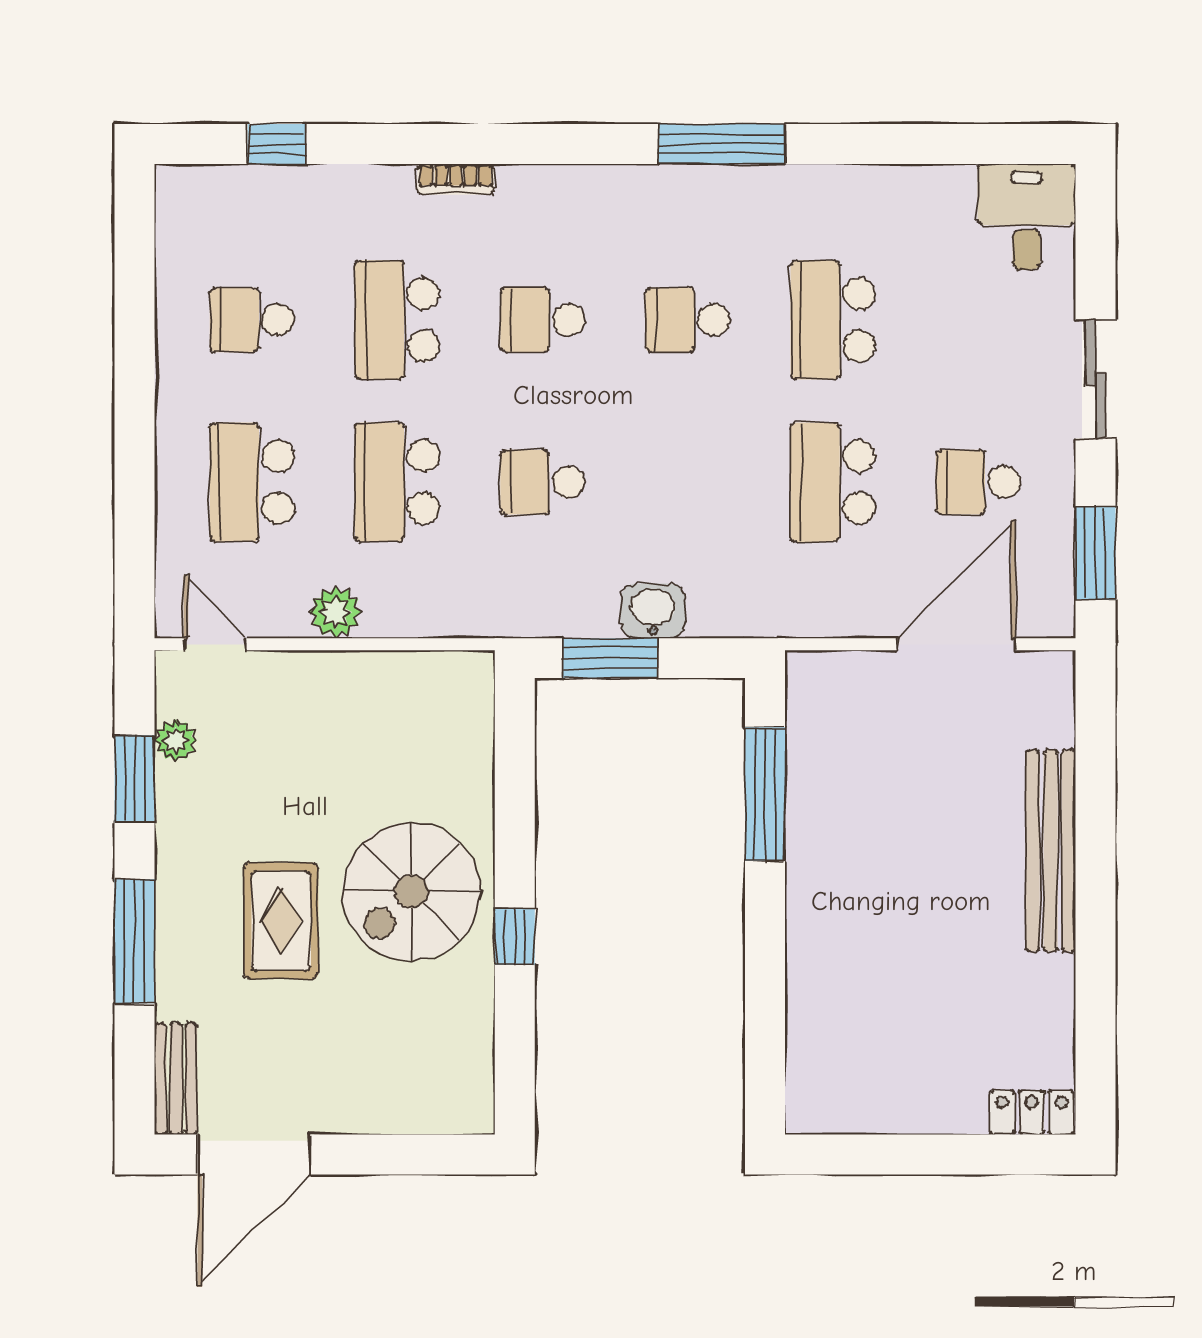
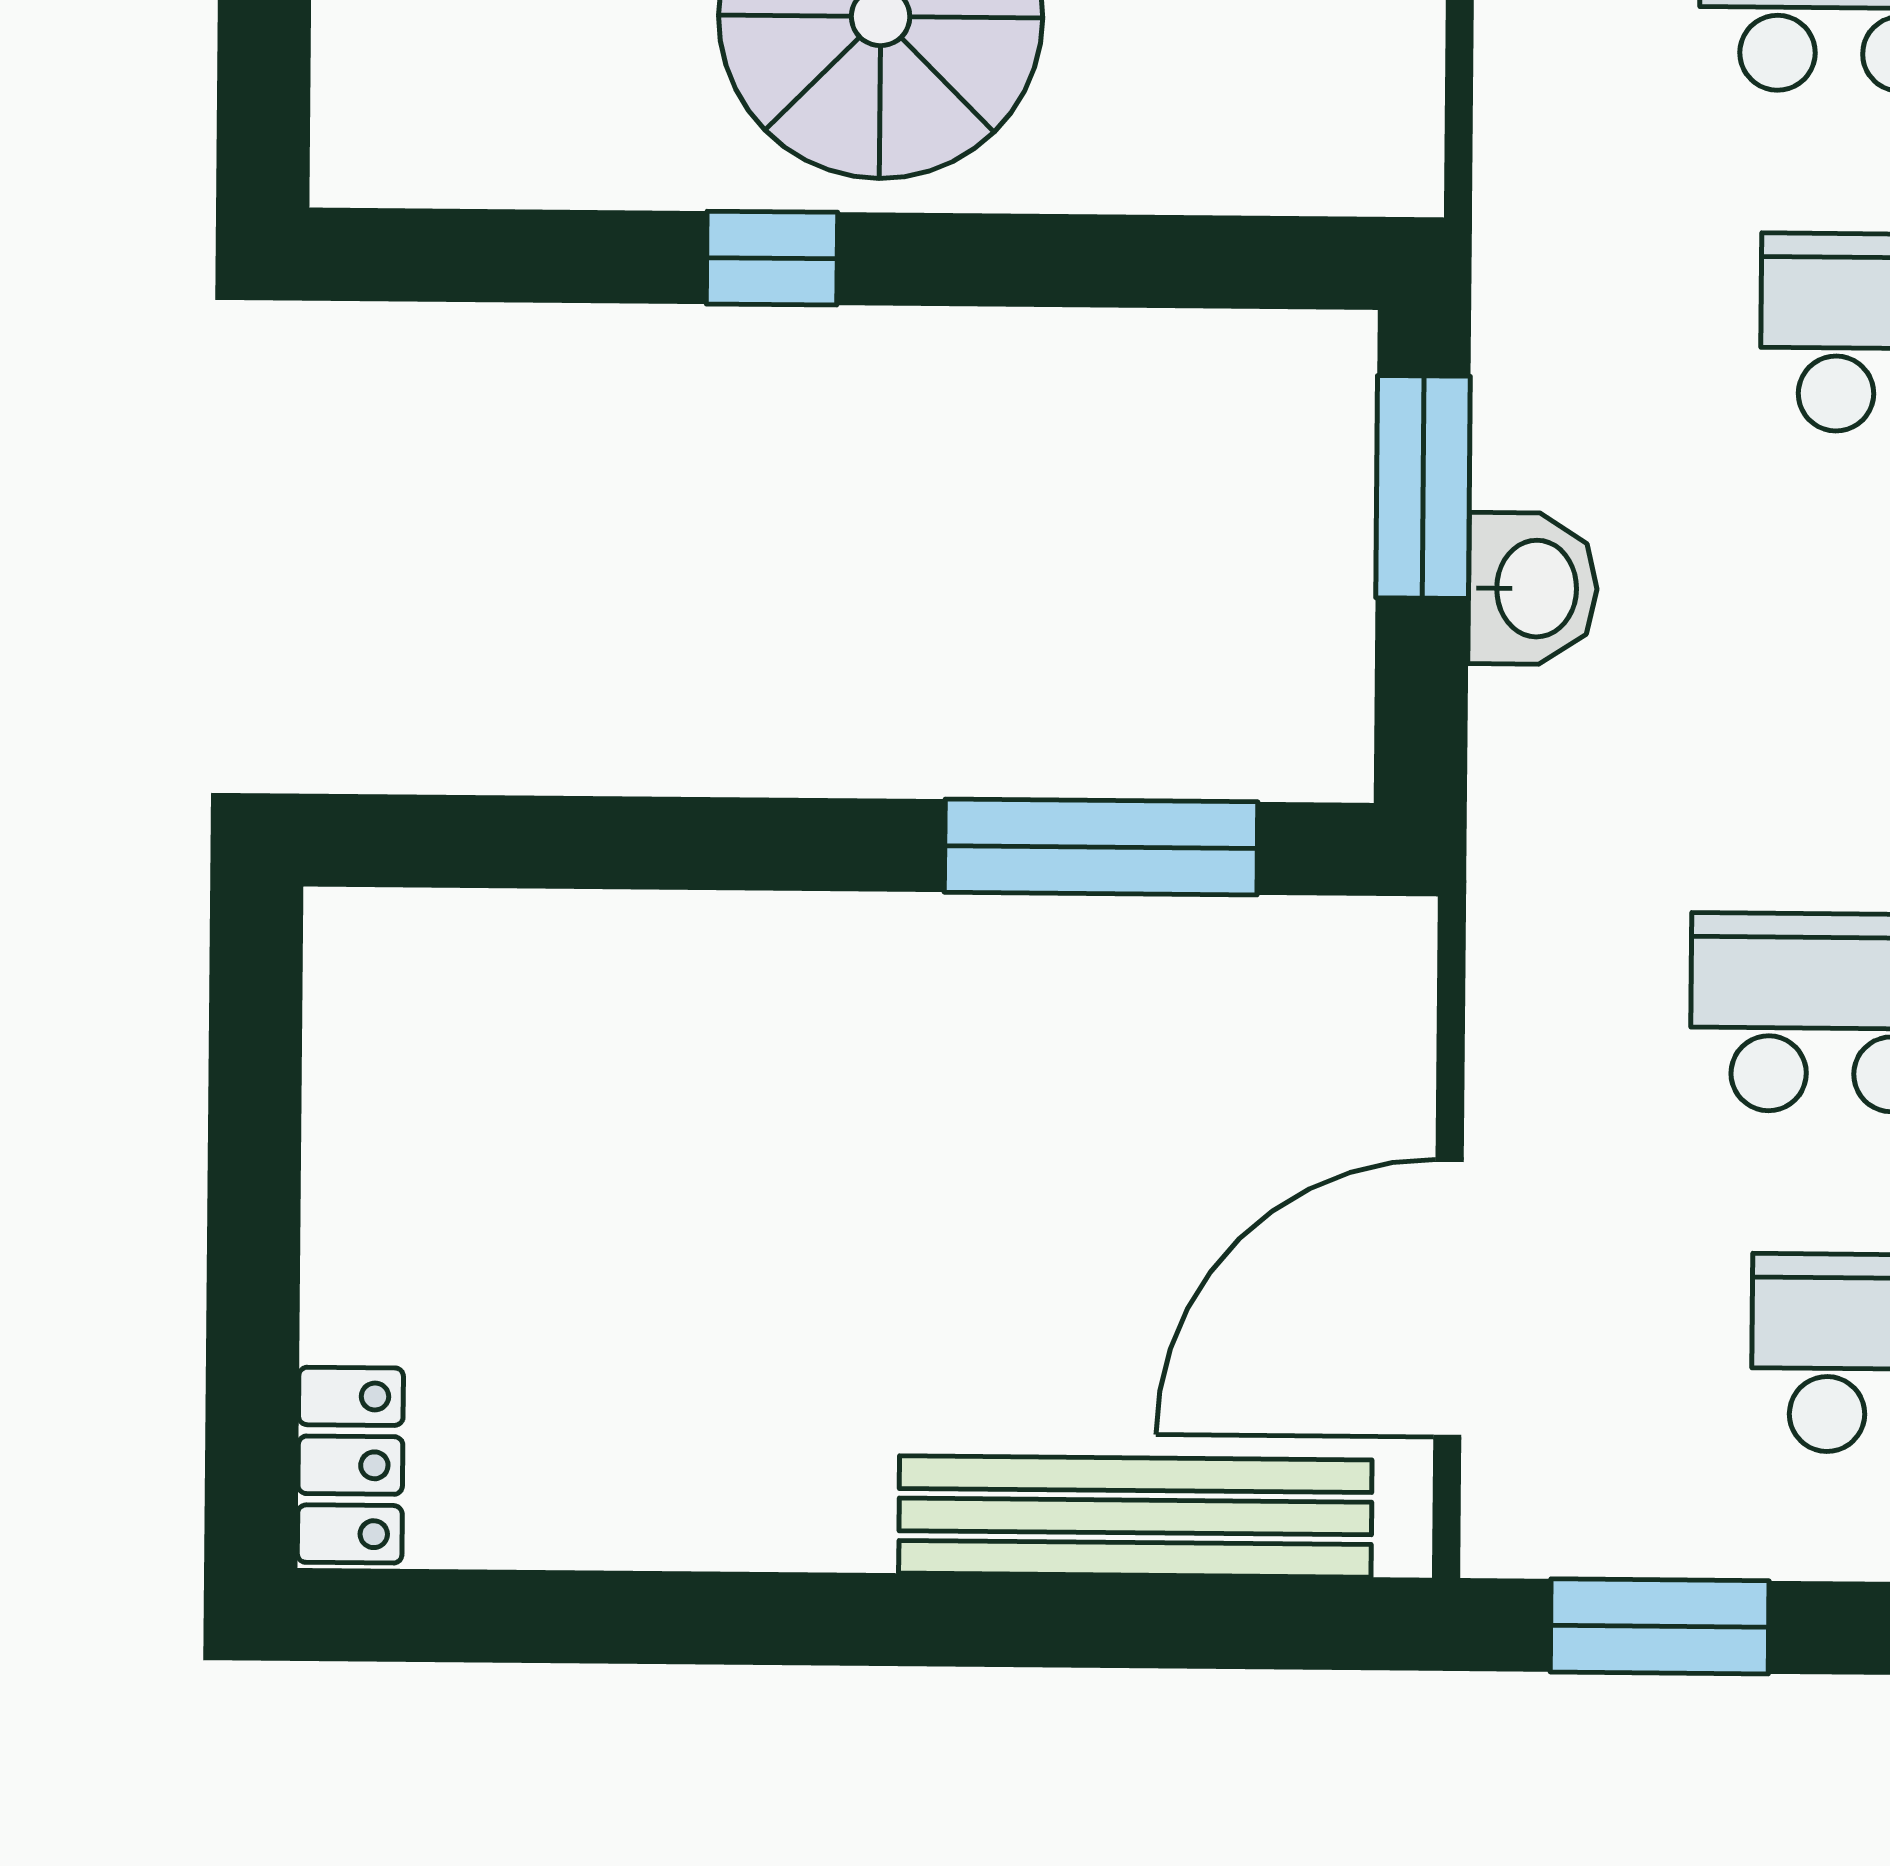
door: (956, 644) -> (1448, 1299), swing flipped
bench: (1051, 851) -> (1135, 1516), moved

